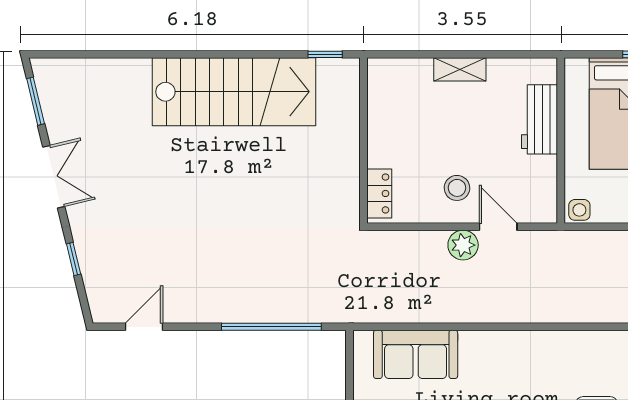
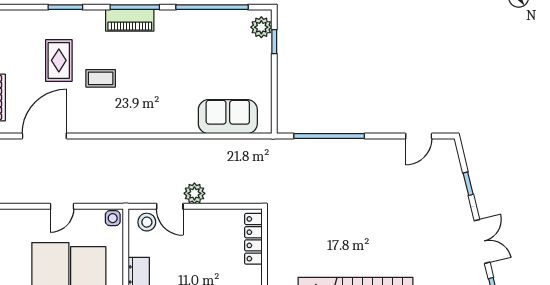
double door: (54, 177) -> (482, 241), swing flipped
stool: (457, 188) -> (147, 222), moved
locker: (379, 193) -> (253, 239), width x1.53

